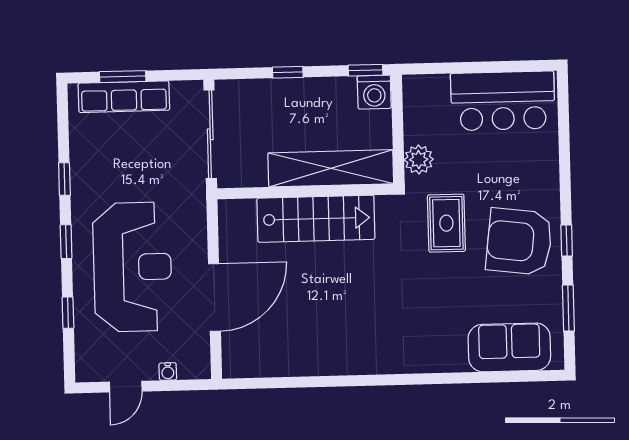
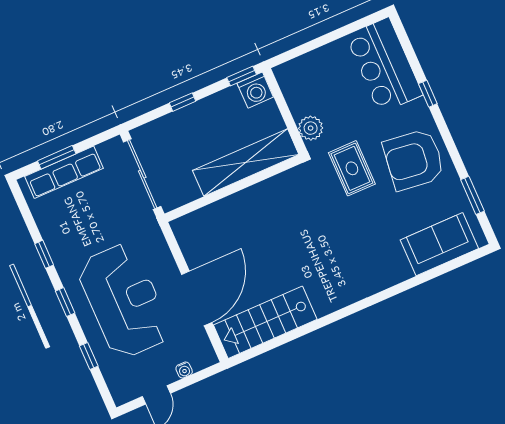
bar counter: (503, 101) -> (384, 65), moved, turned 90
stairs: (316, 219) -> (265, 322), moved, turned 180
window: (567, 240) -> (428, 94), moved

